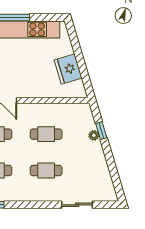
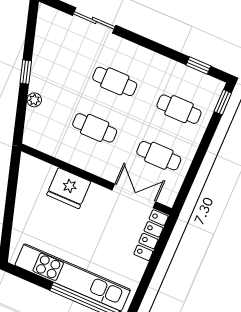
fridge: (68, 69) -> (69, 188), moved, turned 107
window: (101, 131) -> (26, 72), moved

